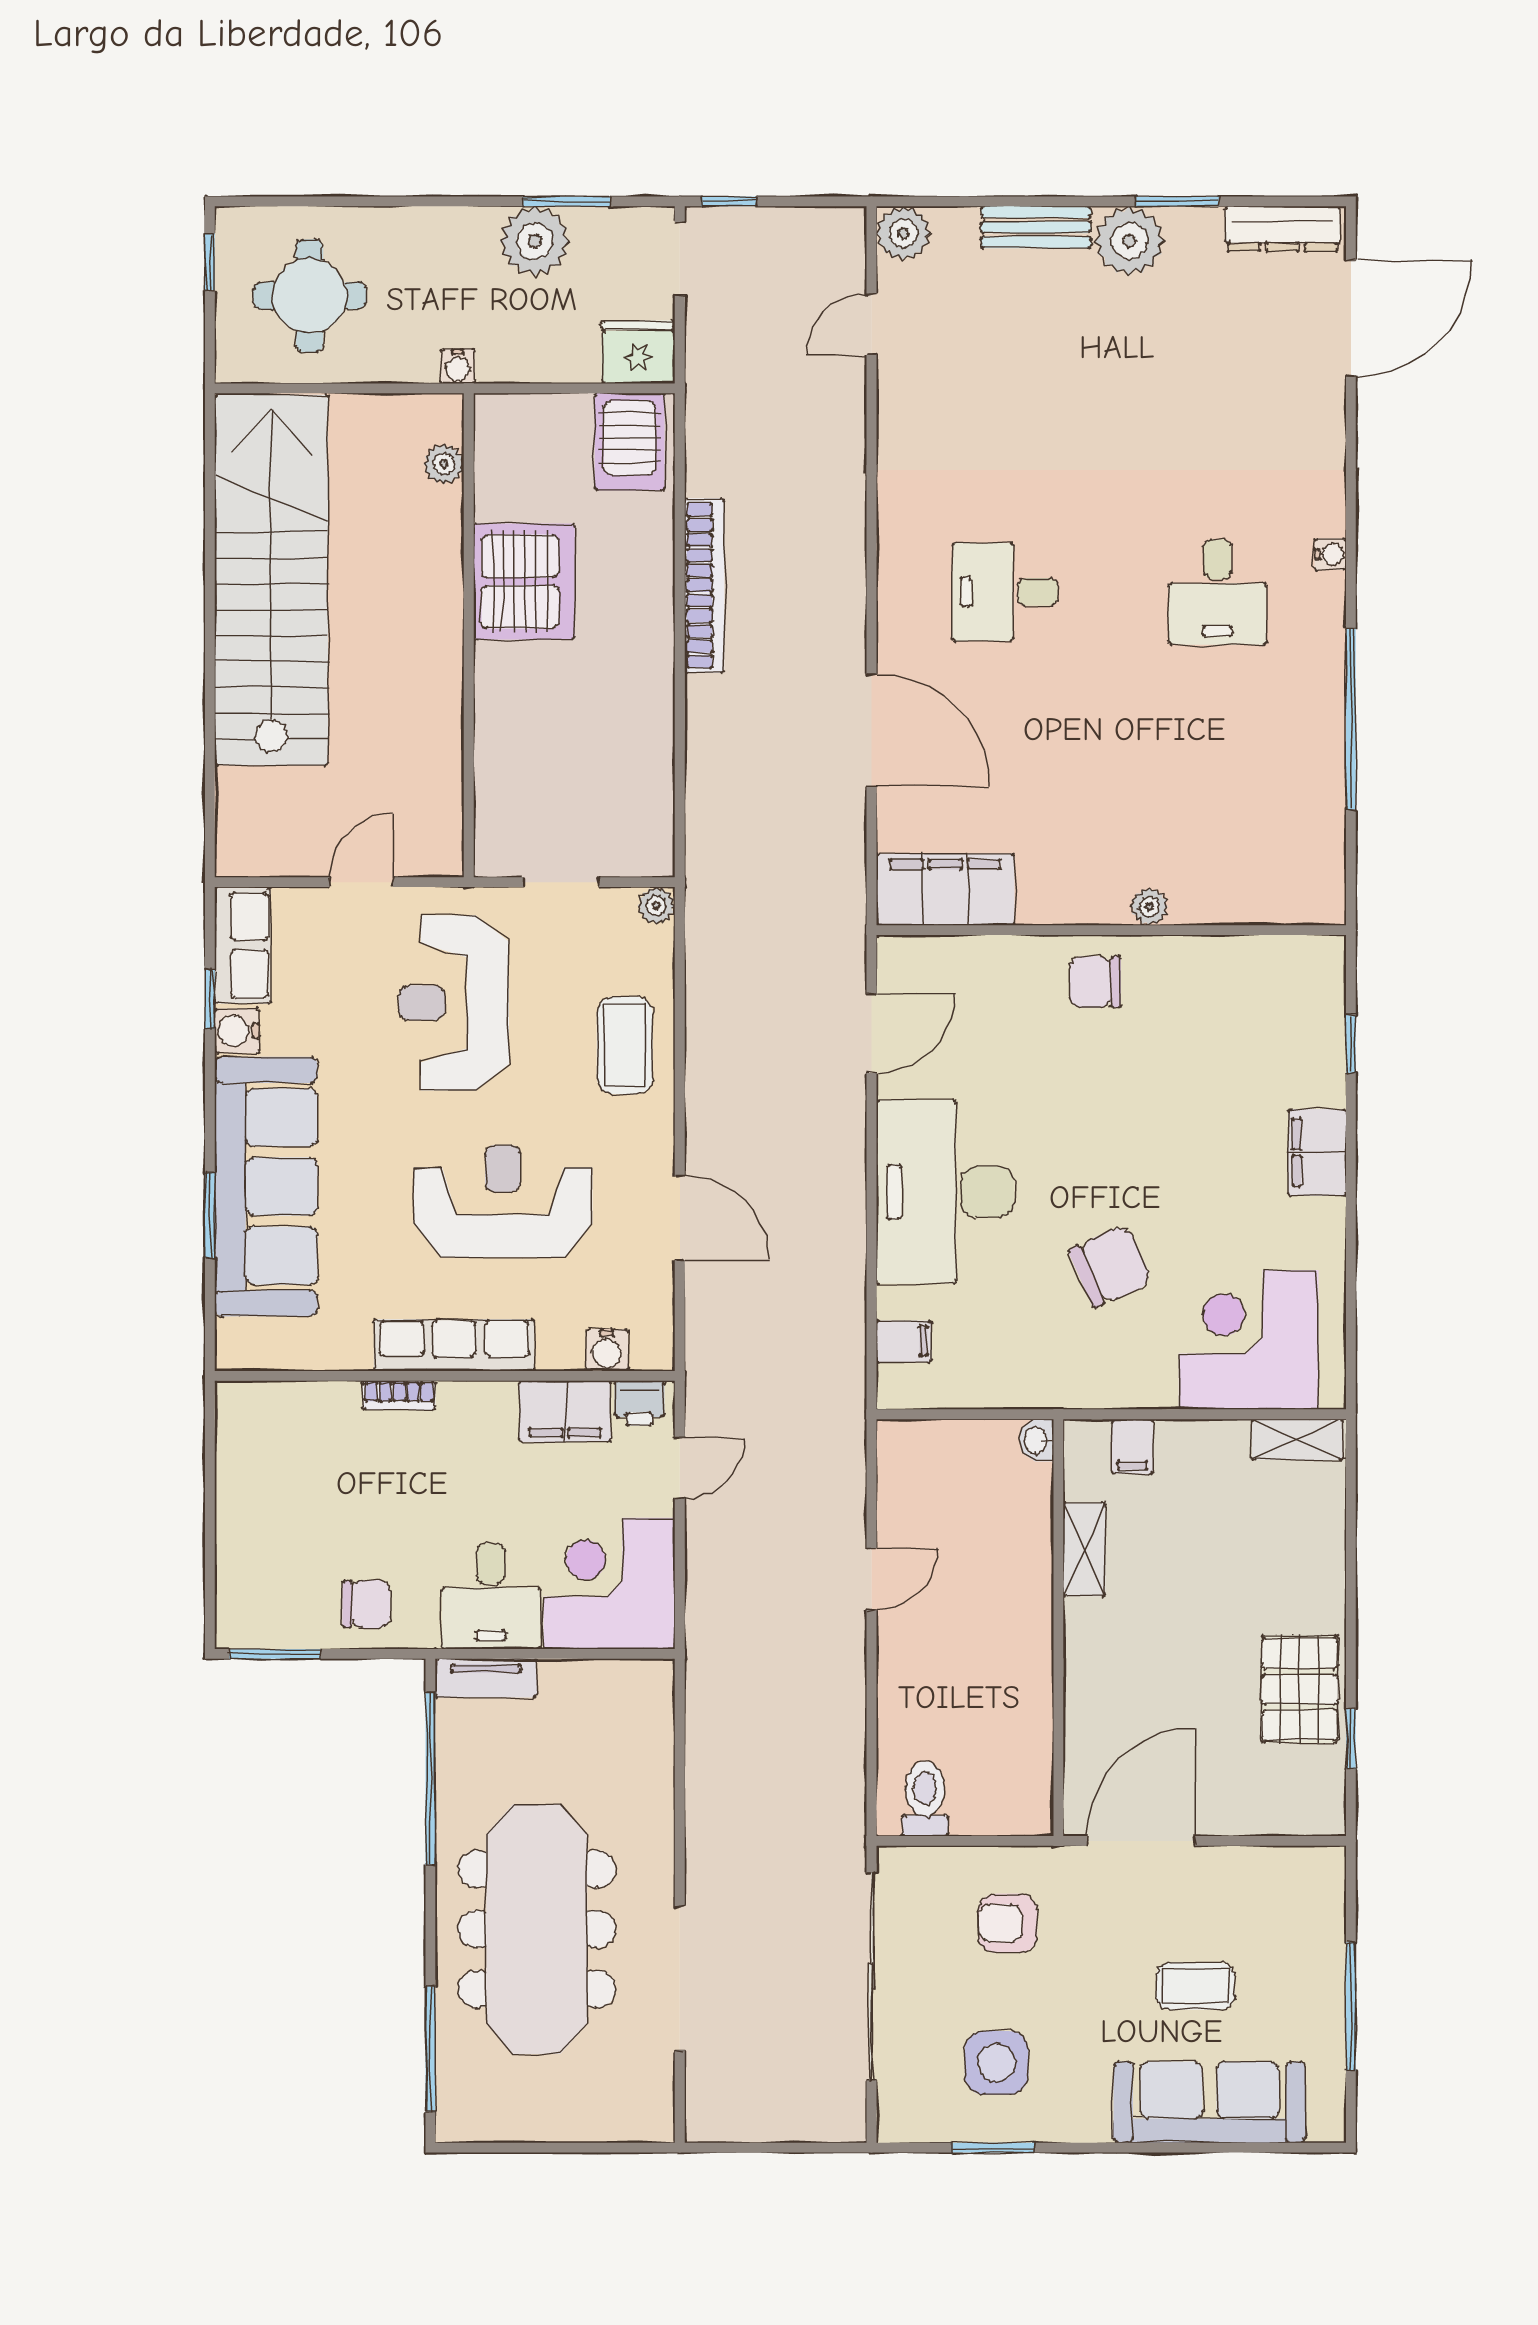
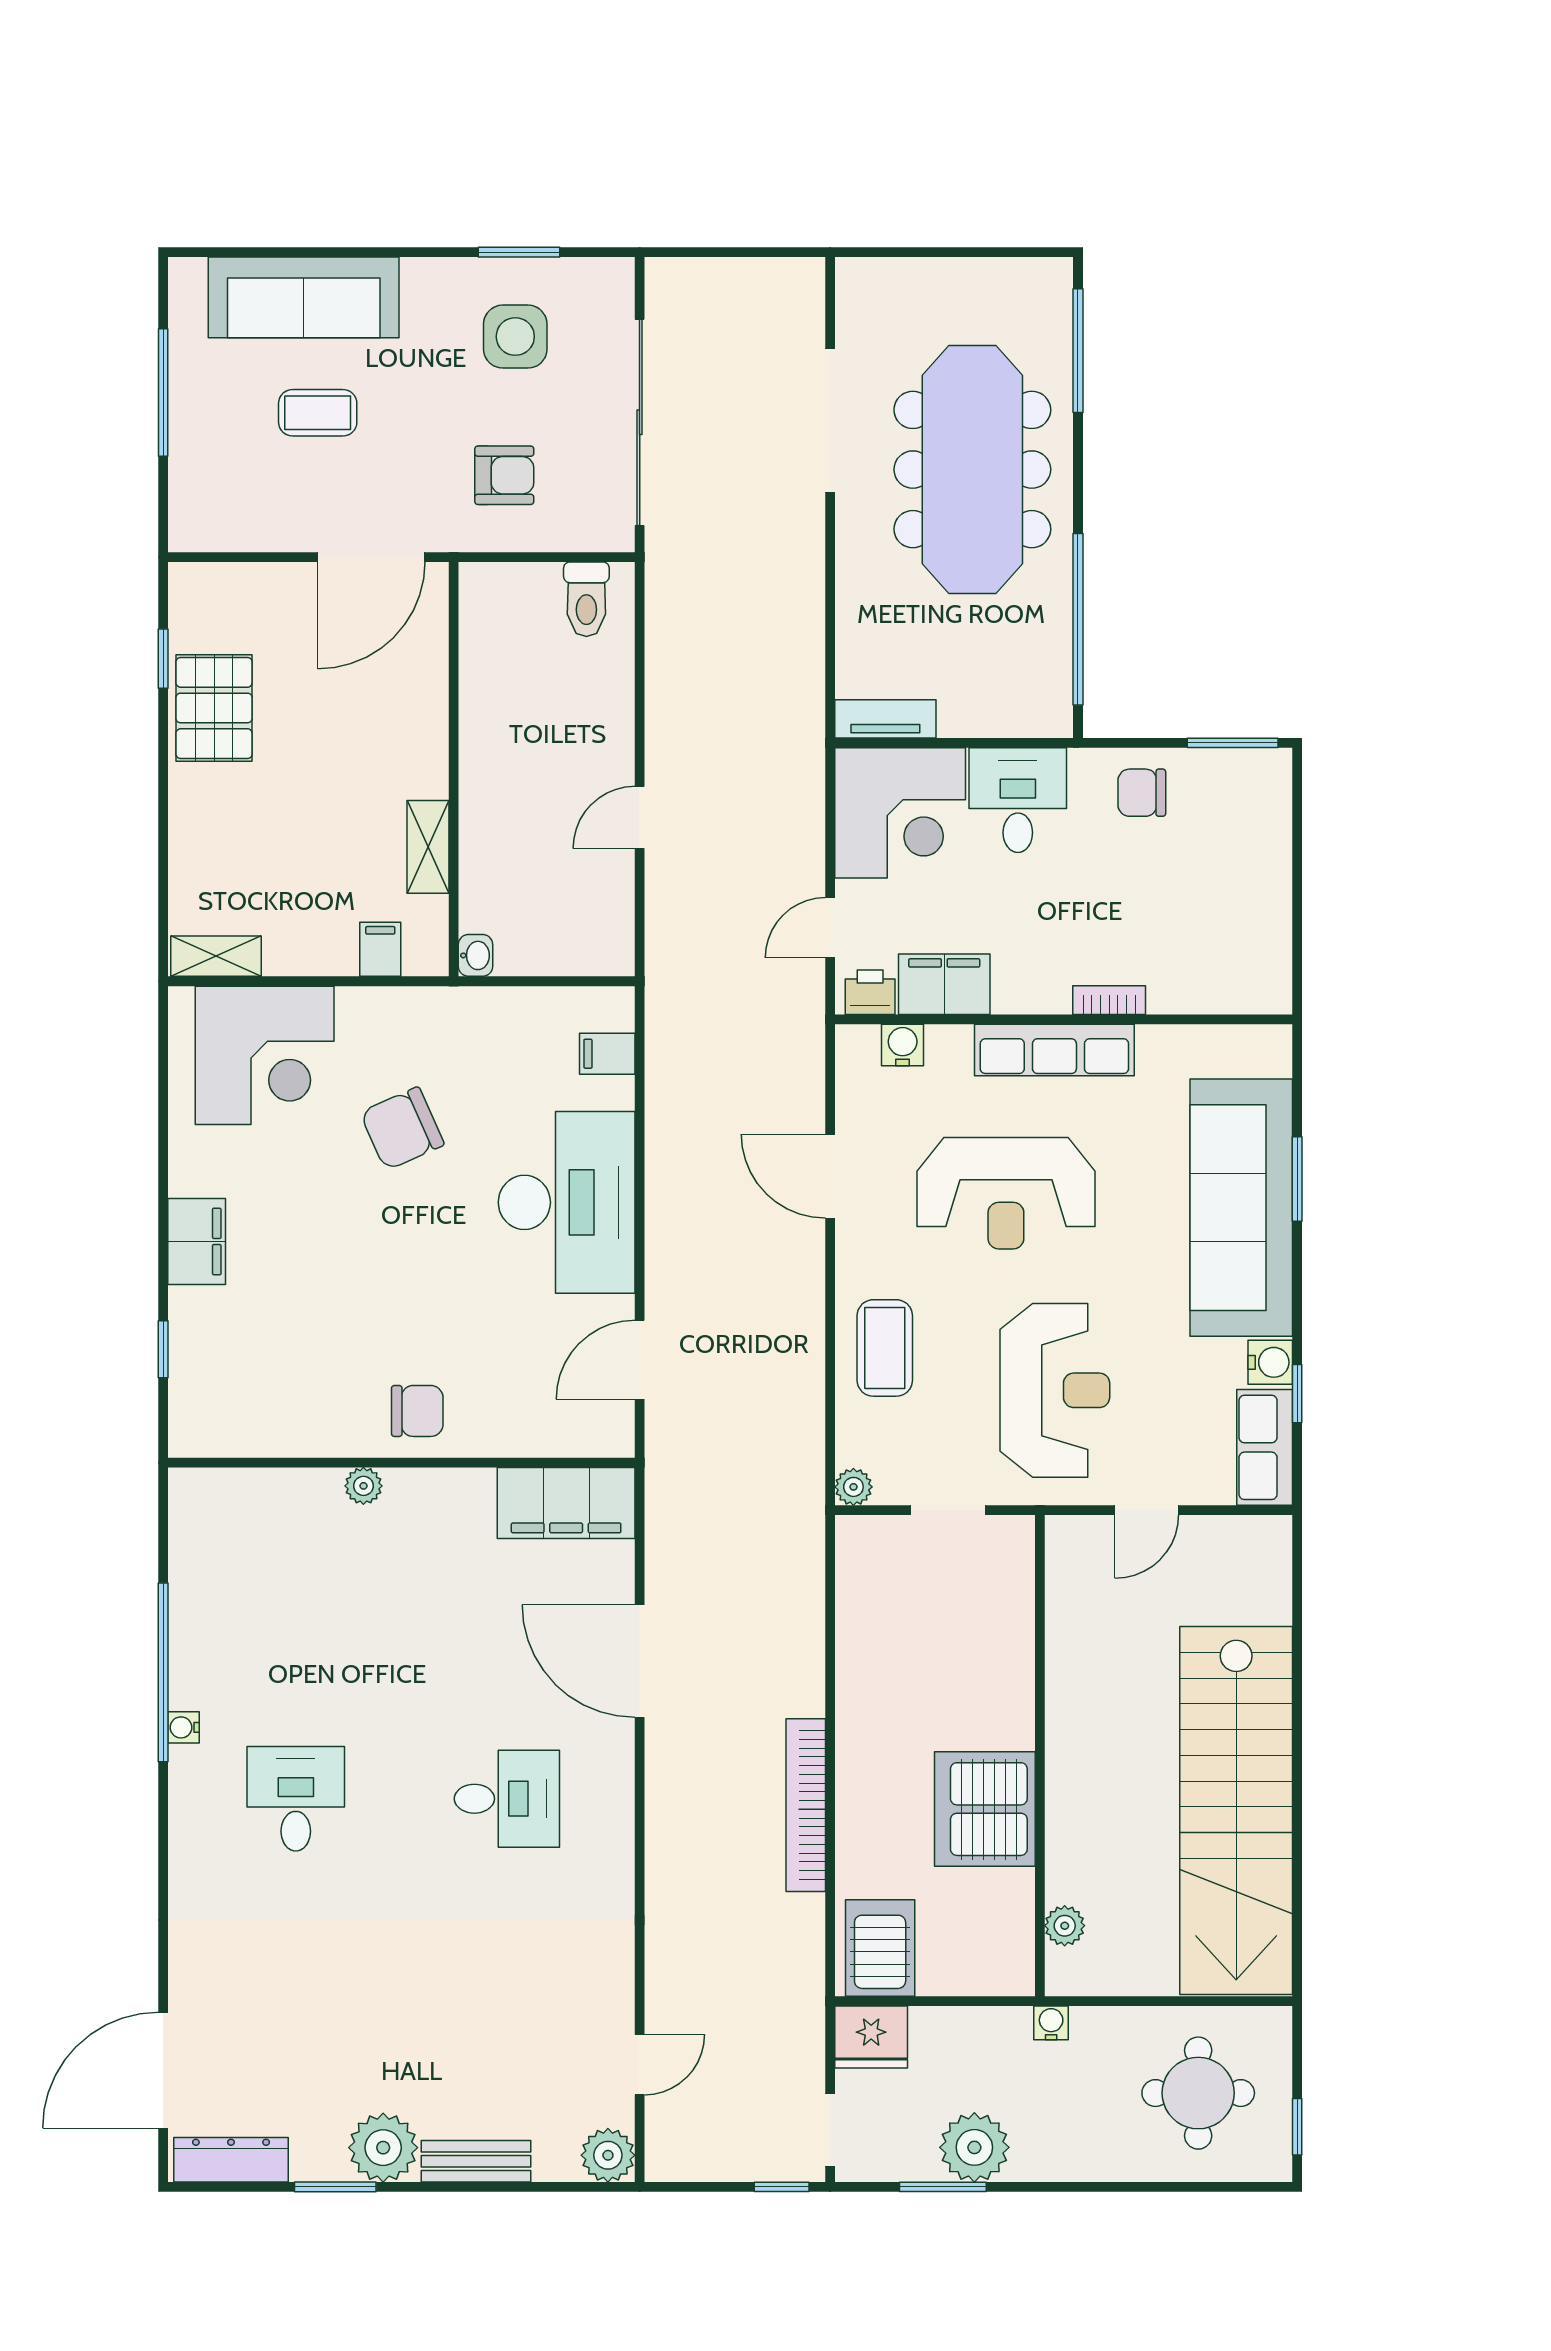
water cooler: (1330, 554) -> (183, 1727), moved
tv unit: (486, 1678) -> (885, 719), moved

